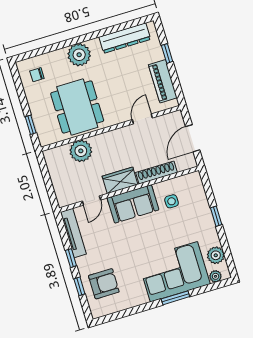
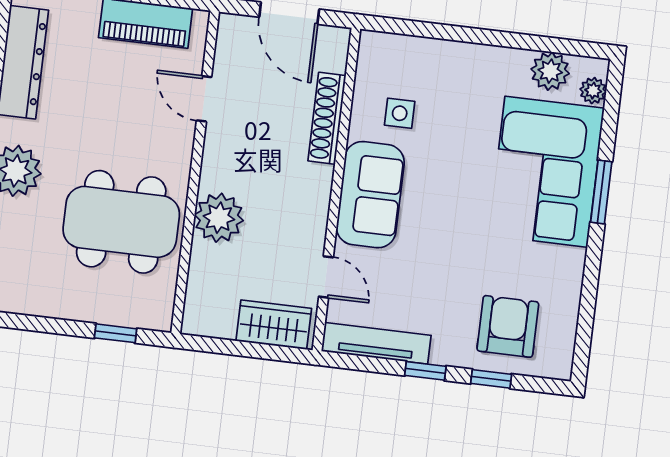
chair: (37, 75) -> (19, 275), removed
plant: (81, 151) -> (219, 218), moved
wardrobe: (120, 180) -> (274, 325), moved, turned 90
window: (216, 216) -> (470, 35), removed

